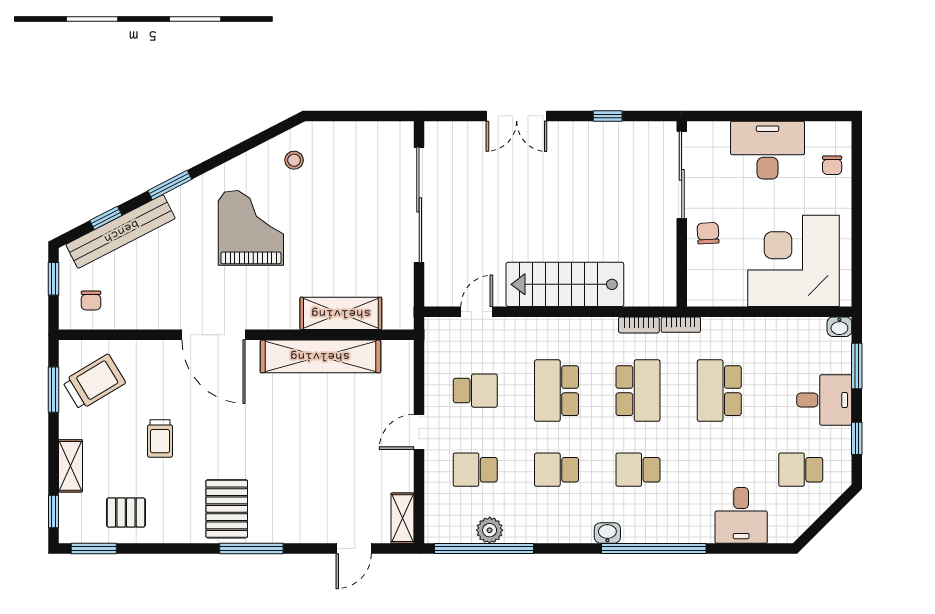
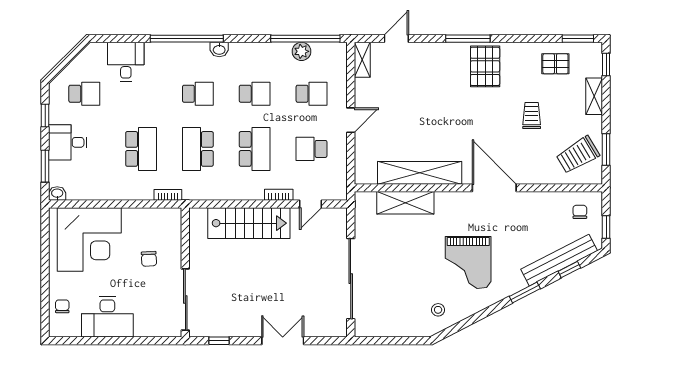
sliding door: (682, 175) -> (185, 300), moved
wall: (682, 214) -> (185, 272), moved
bookcase: (639, 325) -> (279, 195), moved

